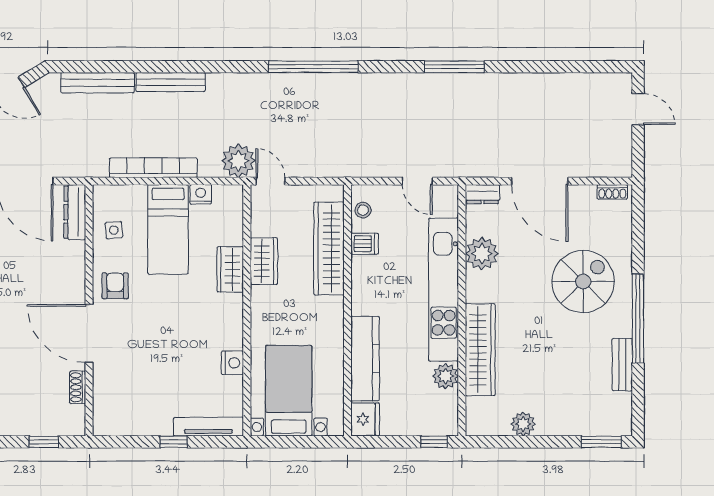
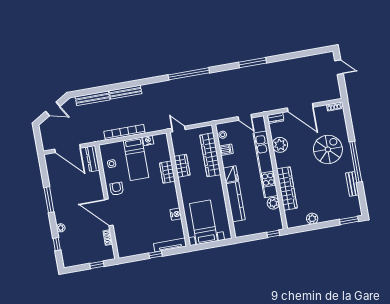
plant: (238, 161) -> (162, 122), removed
fridge: (365, 419) -> (231, 174), moved

